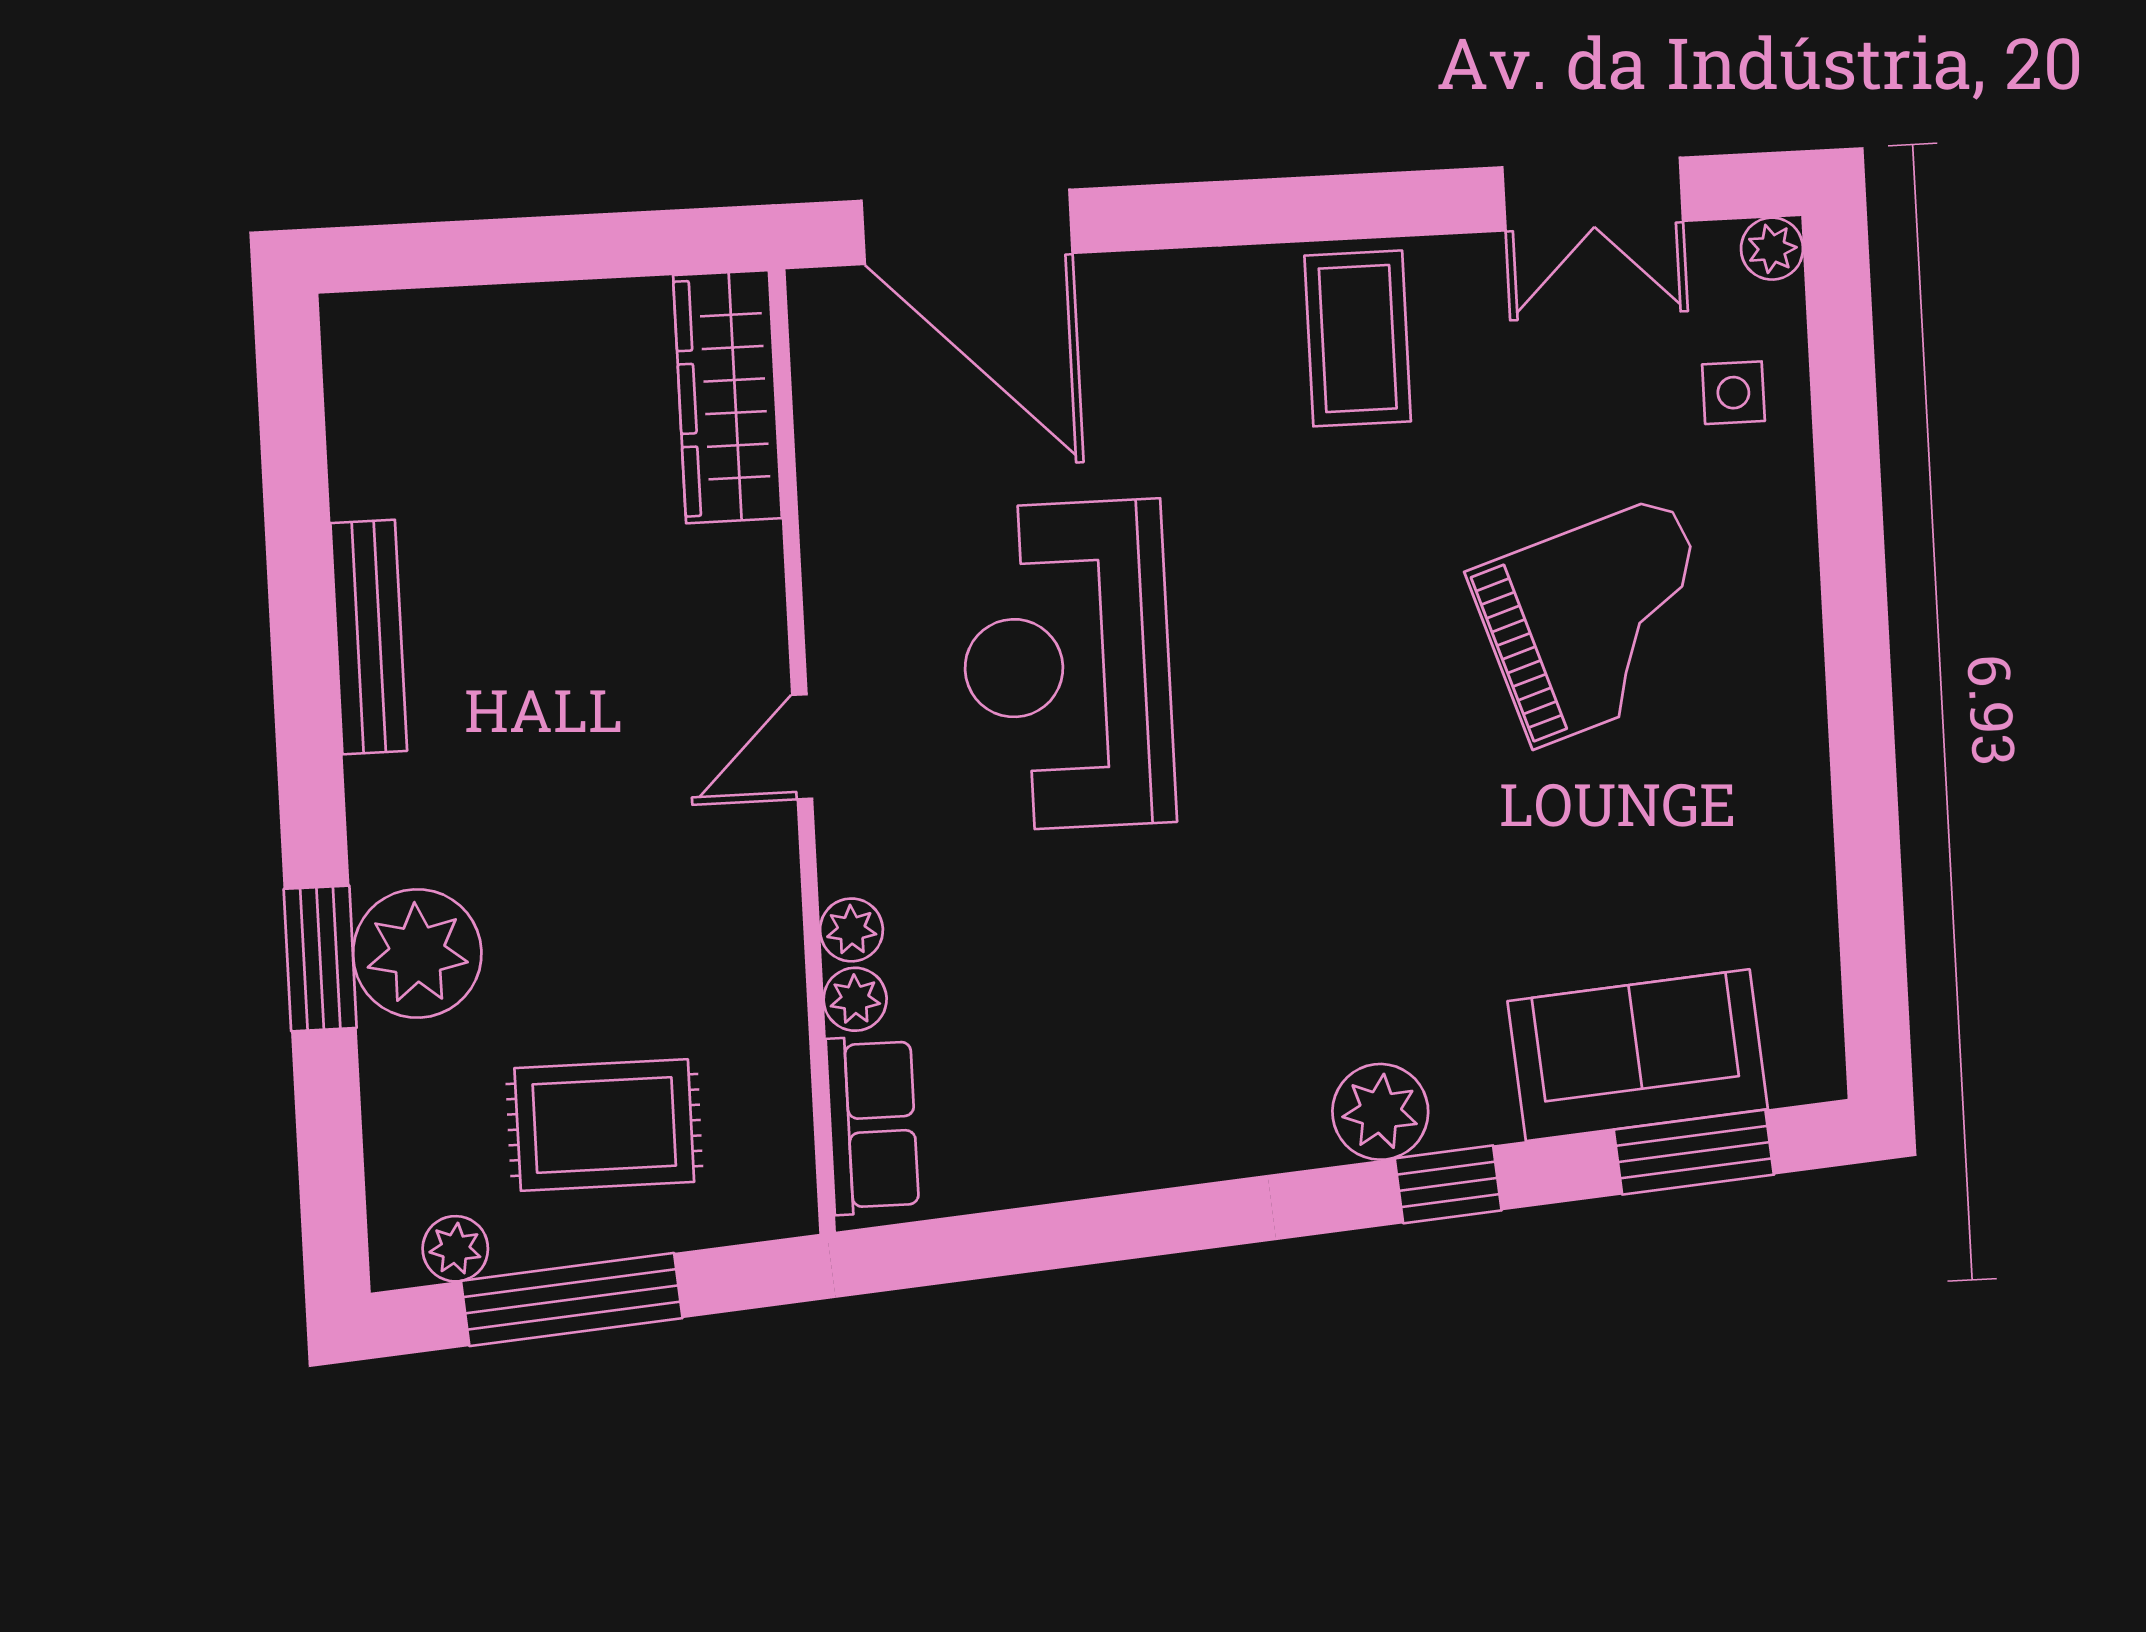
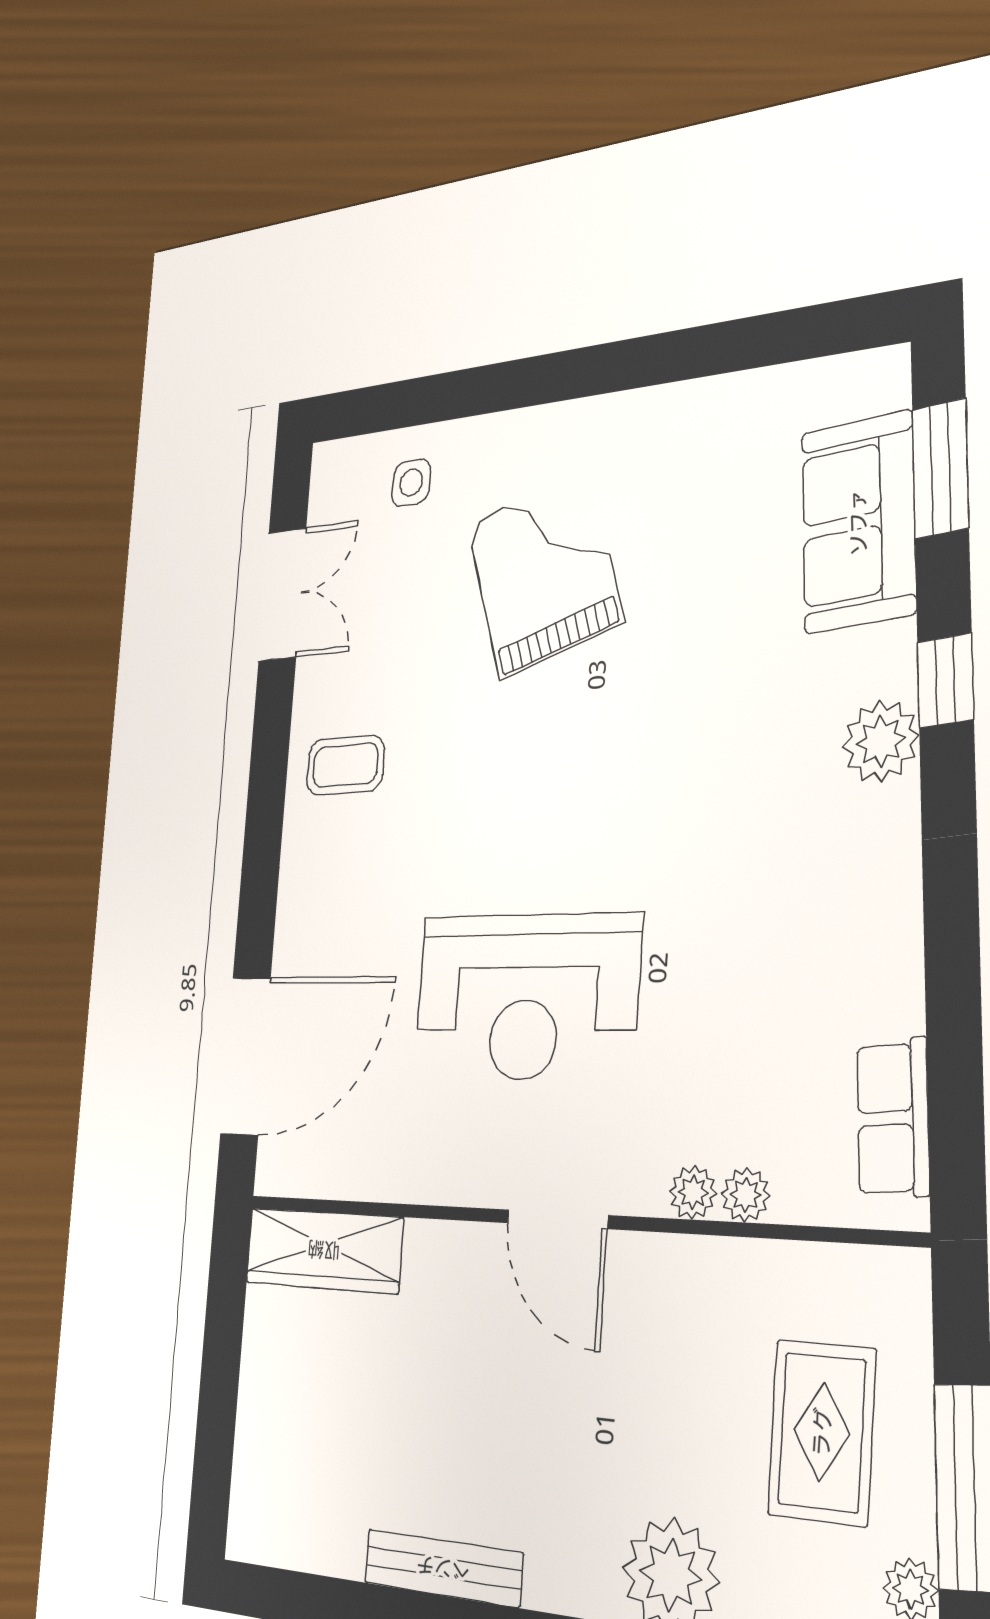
plant: (1772, 249) -> (329, 462), removed
coffee table: (1358, 338) -> (345, 765), width x0.73, depth x0.77
door: (802, 747) -> (557, 1219), width x1.38
row of seats: (872, 1125) -> (893, 1118), moved, turned -94

